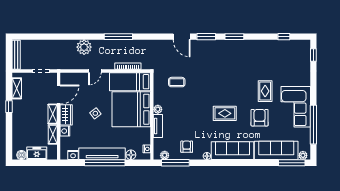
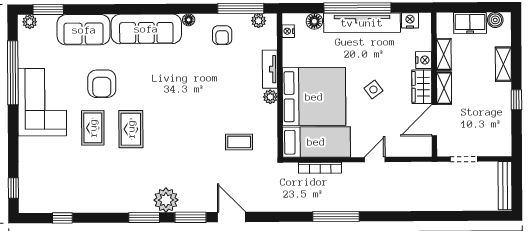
plant: (84, 47) -> (166, 200), moved
shelving: (17, 88) -> (503, 64), moved
rug: (225, 113) -> (131, 129), moved, turned 90
sofa: (276, 150) -> (84, 30), width x0.73
window: (292, 163) -> (48, 10), width x0.69

